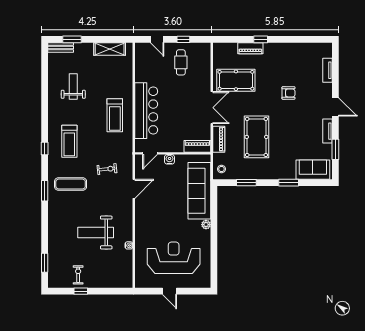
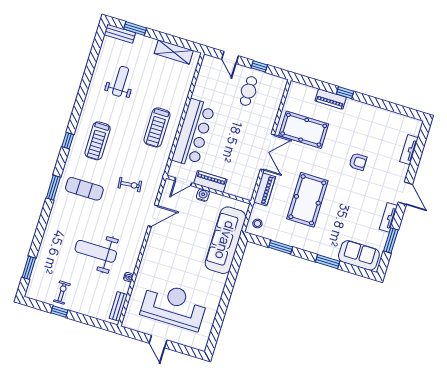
piano: (197, 146) -> (210, 182), moved
plant: (206, 225) -> (221, 280), removed
bench: (128, 272) -> (118, 306), added

